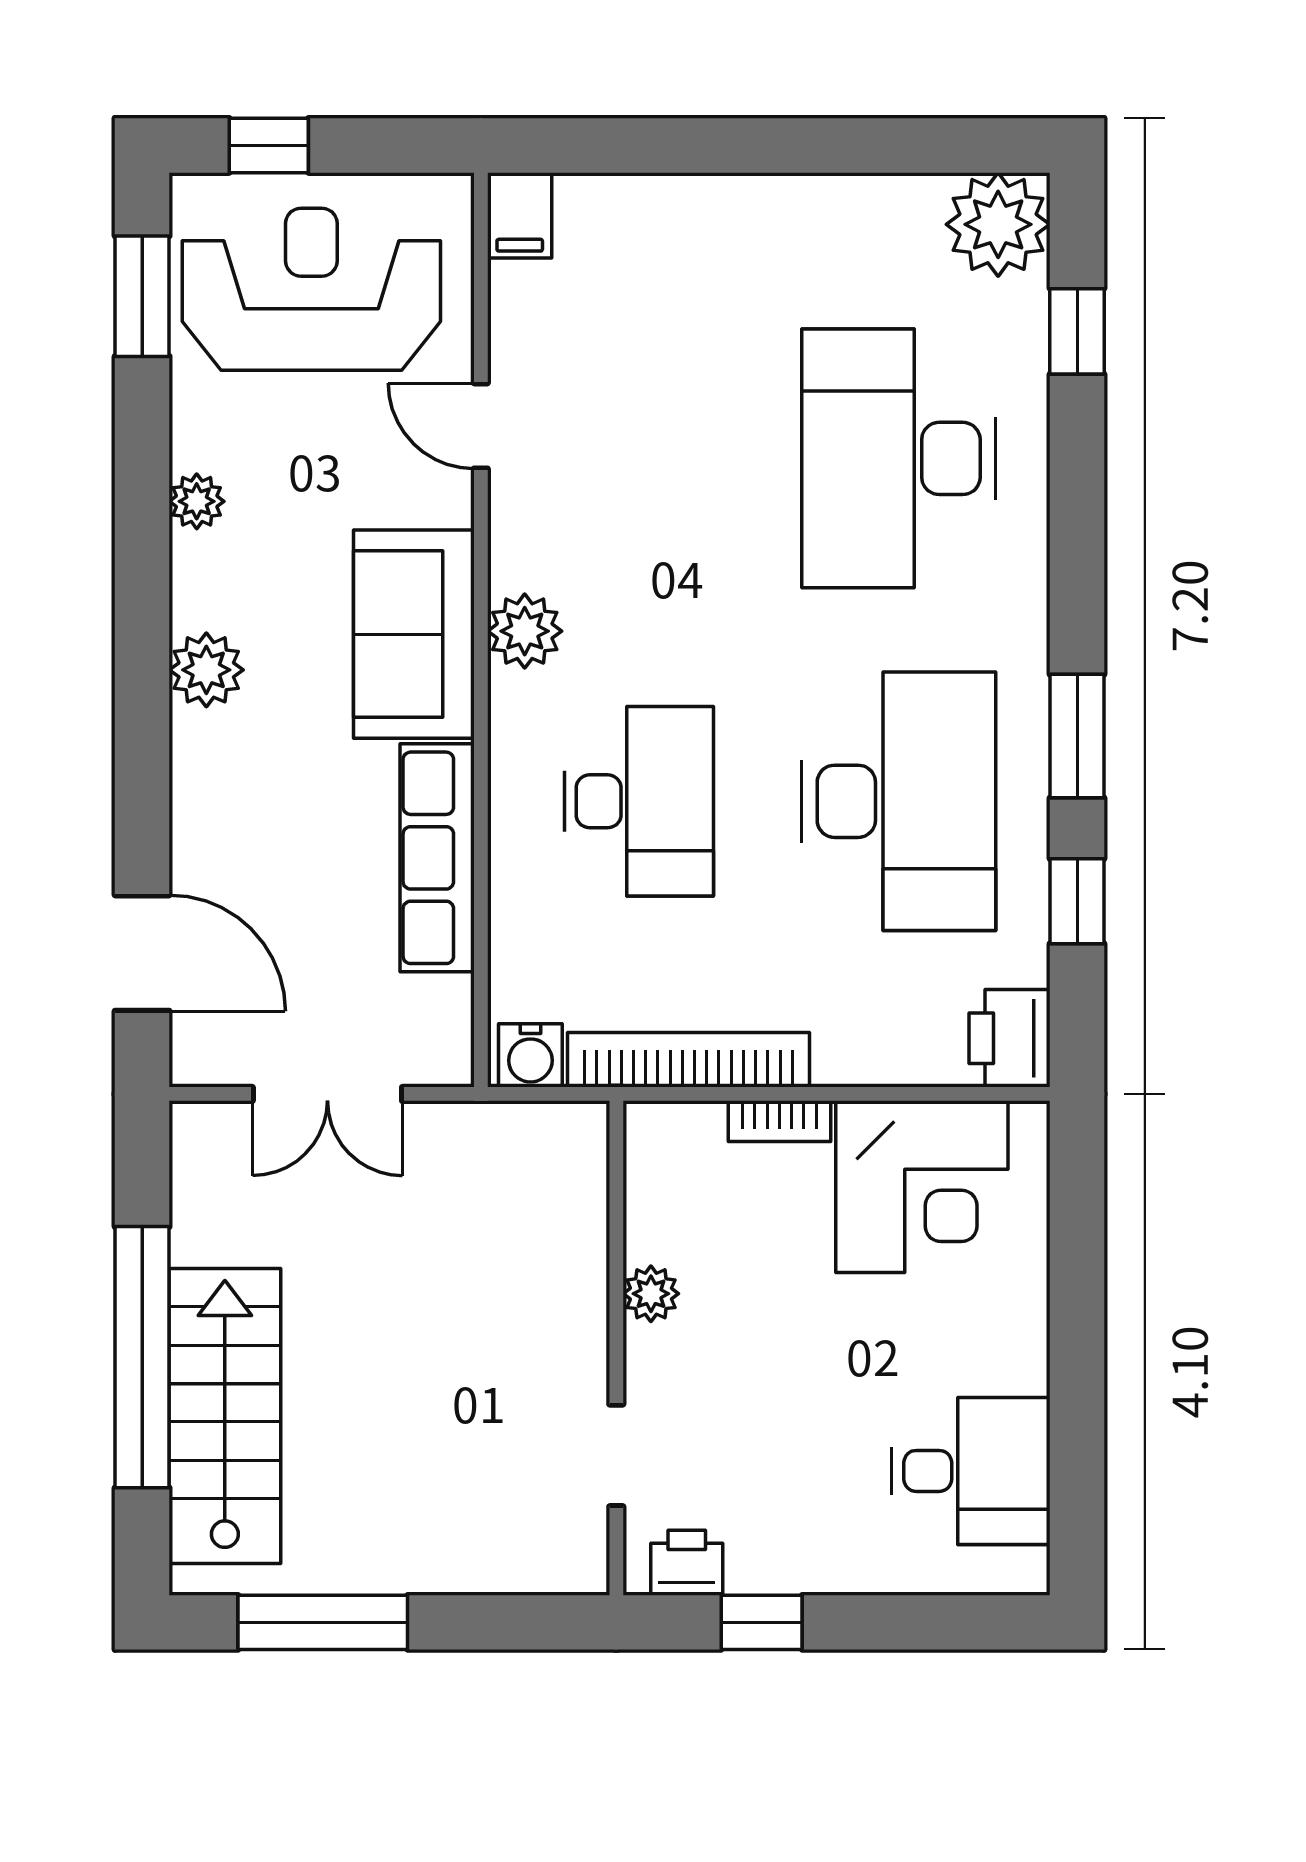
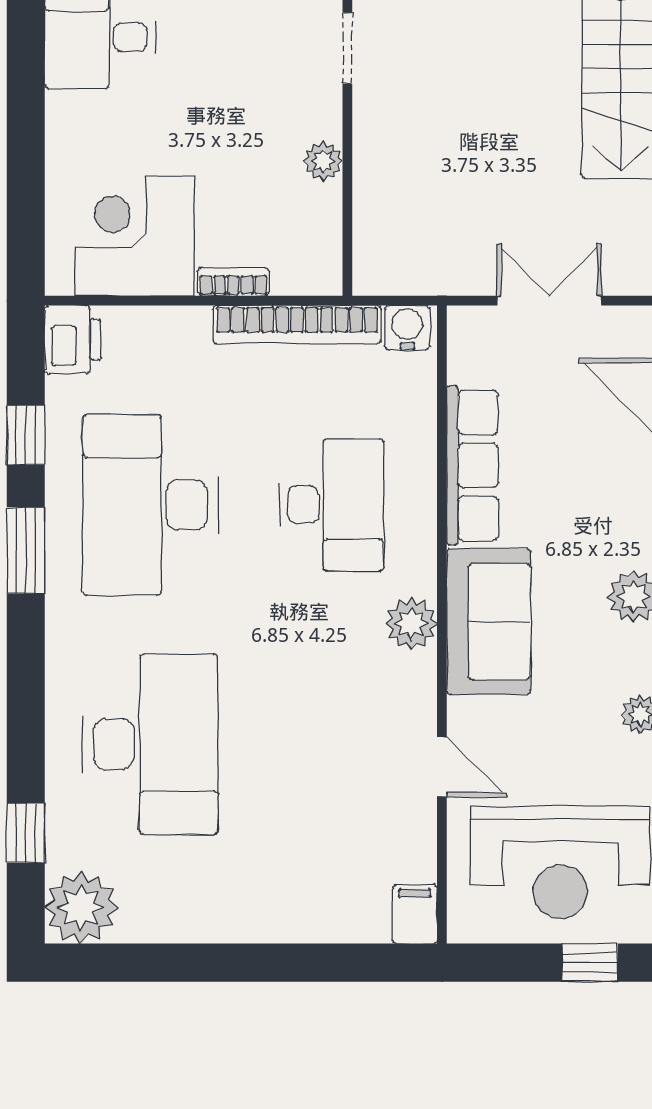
desk: (639, 801) -> (332, 505), turned 180

